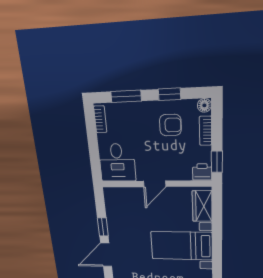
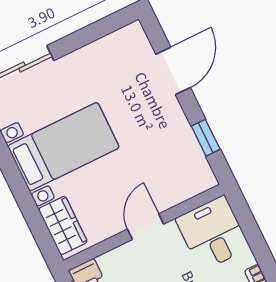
window: (103, 227) -> (206, 138), moved

